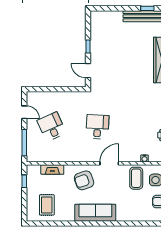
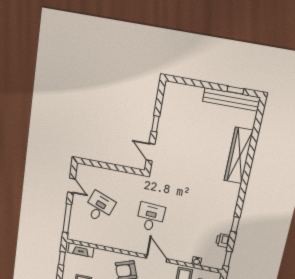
desk: (52, 127) -> (99, 207), turned 45
door: (109, 163) -> (157, 259), hinge flipped
fireplace: (52, 170) -> (81, 250), moved

